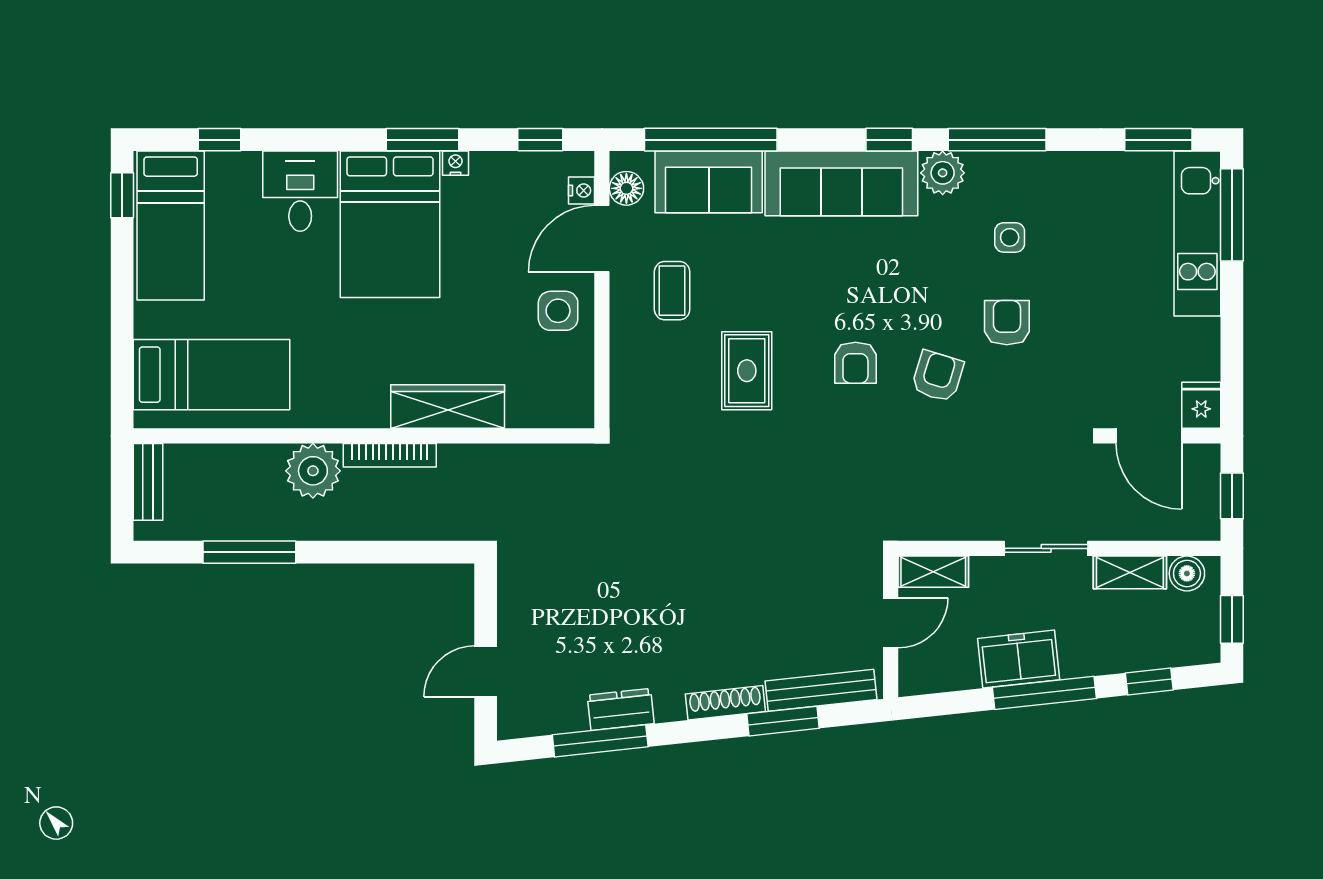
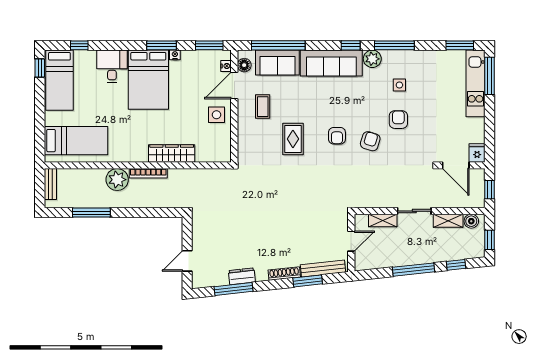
window: (540, 140) -> (209, 45), width x1.50
shelving: (933, 572) -> (383, 220), moved
freezer: (1019, 659) -> (403, 256), removed

